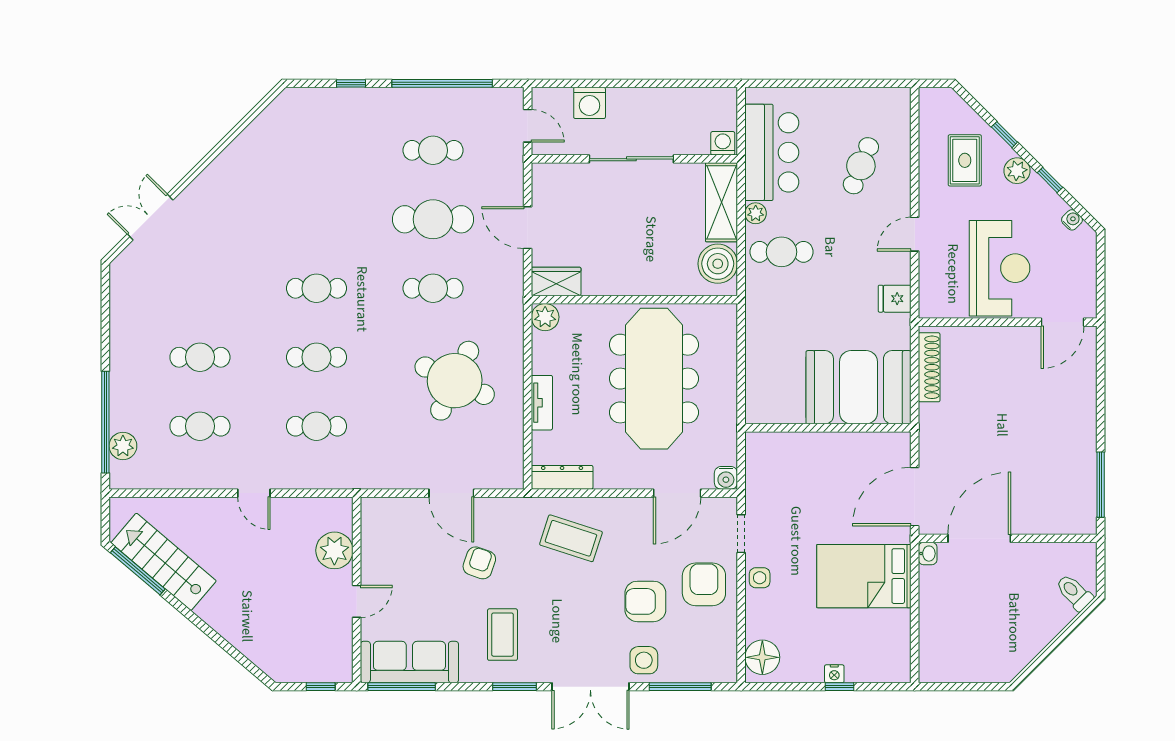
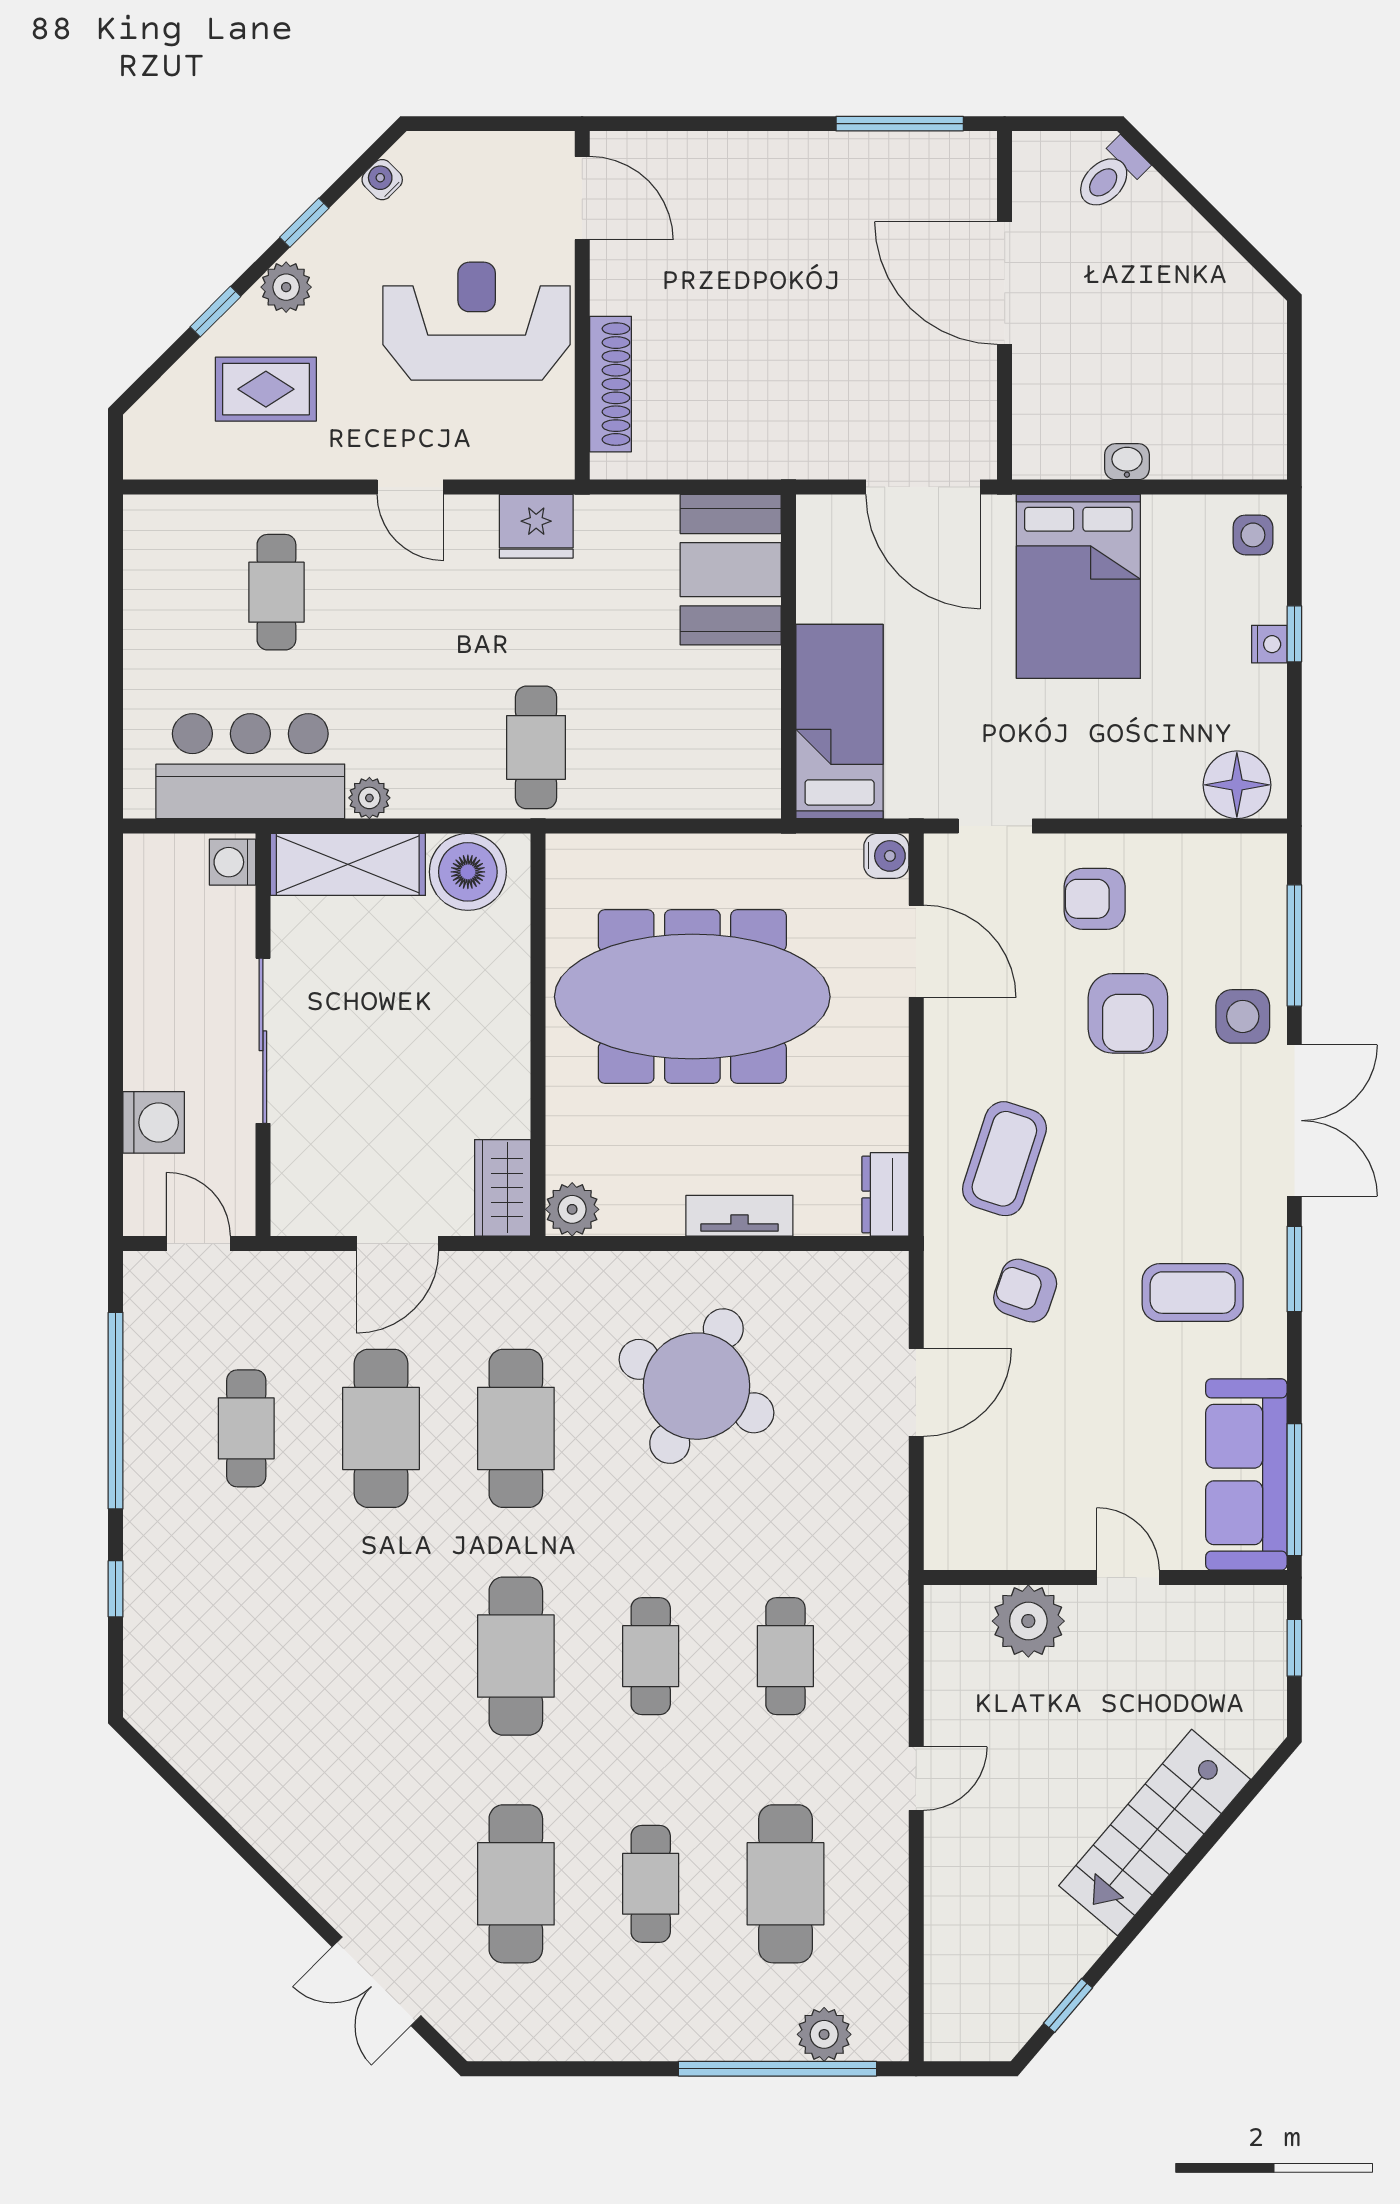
door: (528, 126) -> (198, 1244), hinge flipped
cafe table: (861, 166) -> (276, 592), turned 68
cafe table: (782, 252) -> (536, 747), moved
cafe table: (200, 288) -> (516, 1884), added
cafe table: (316, 288) -> (516, 1656), width x1.37, depth x1.35
cafe table: (433, 288) -> (516, 1428), width x1.37, depth x1.35
fridge: (895, 299) -> (536, 526), width x1.38
shoe rack: (929, 367) -> (610, 384), moved, turned 90
booth: (858, 387) -> (731, 570), width x0.73, depth x0.70
cafe table: (200, 426) -> (785, 1884), width x1.37, depth x1.35
bed: (795, 454) -> (840, 722), added
dresser: (562, 477) -> (885, 1194), width x0.70
door: (979, 538) -> (1005, 283), moved
washbasin: (928, 554) -> (1127, 462), moved
stairs: (164, 562) -> (1155, 1832), moved
armchair: (479, 563) -> (1025, 1291), moved
window: (138, 571) -> (1068, 2006), width x0.46
side table: (760, 578) -> (1253, 535), moved
armchair: (704, 584) -> (1095, 899), width x0.72, depth x0.72

